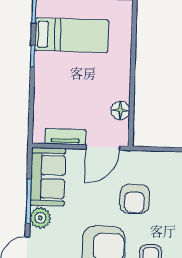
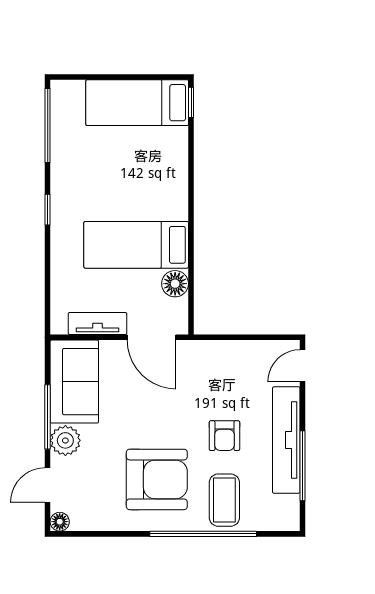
bed: (72, 35) -> (136, 245), moved, turned 180
door: (103, 147) -> (152, 337), hinge flipped
armchair: (135, 199) -> (224, 436), moved, width x0.72, depth x0.72

